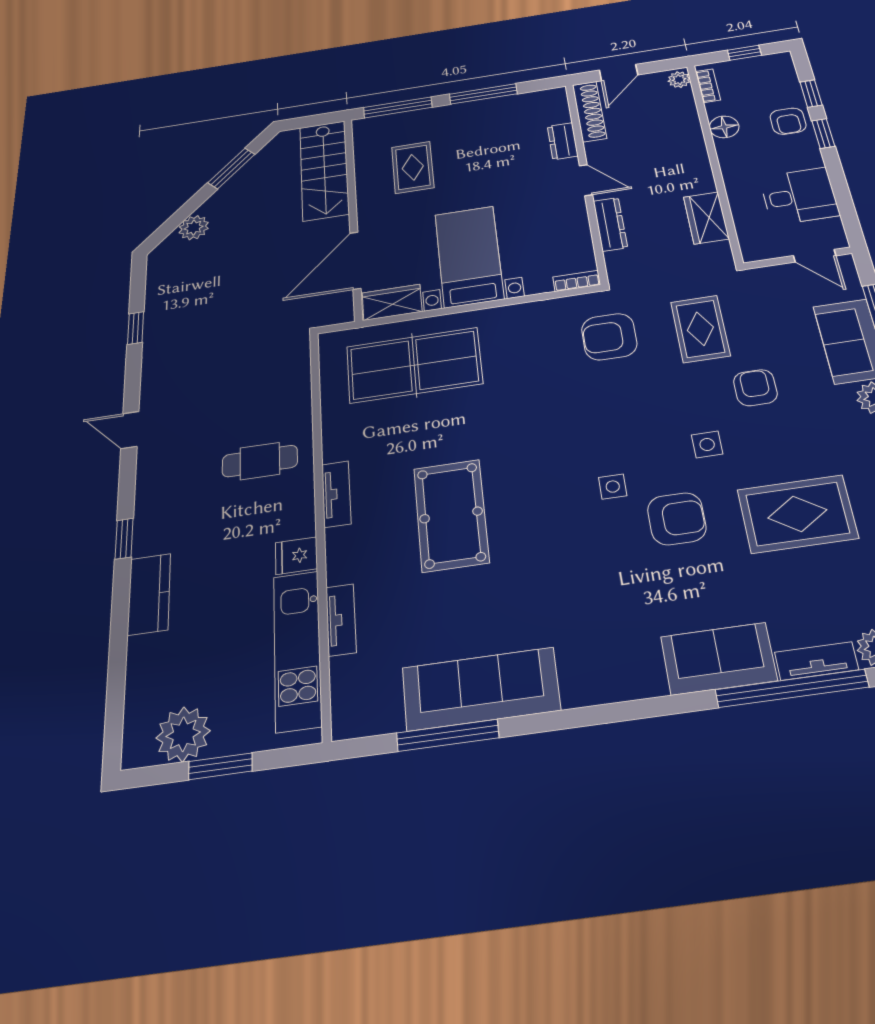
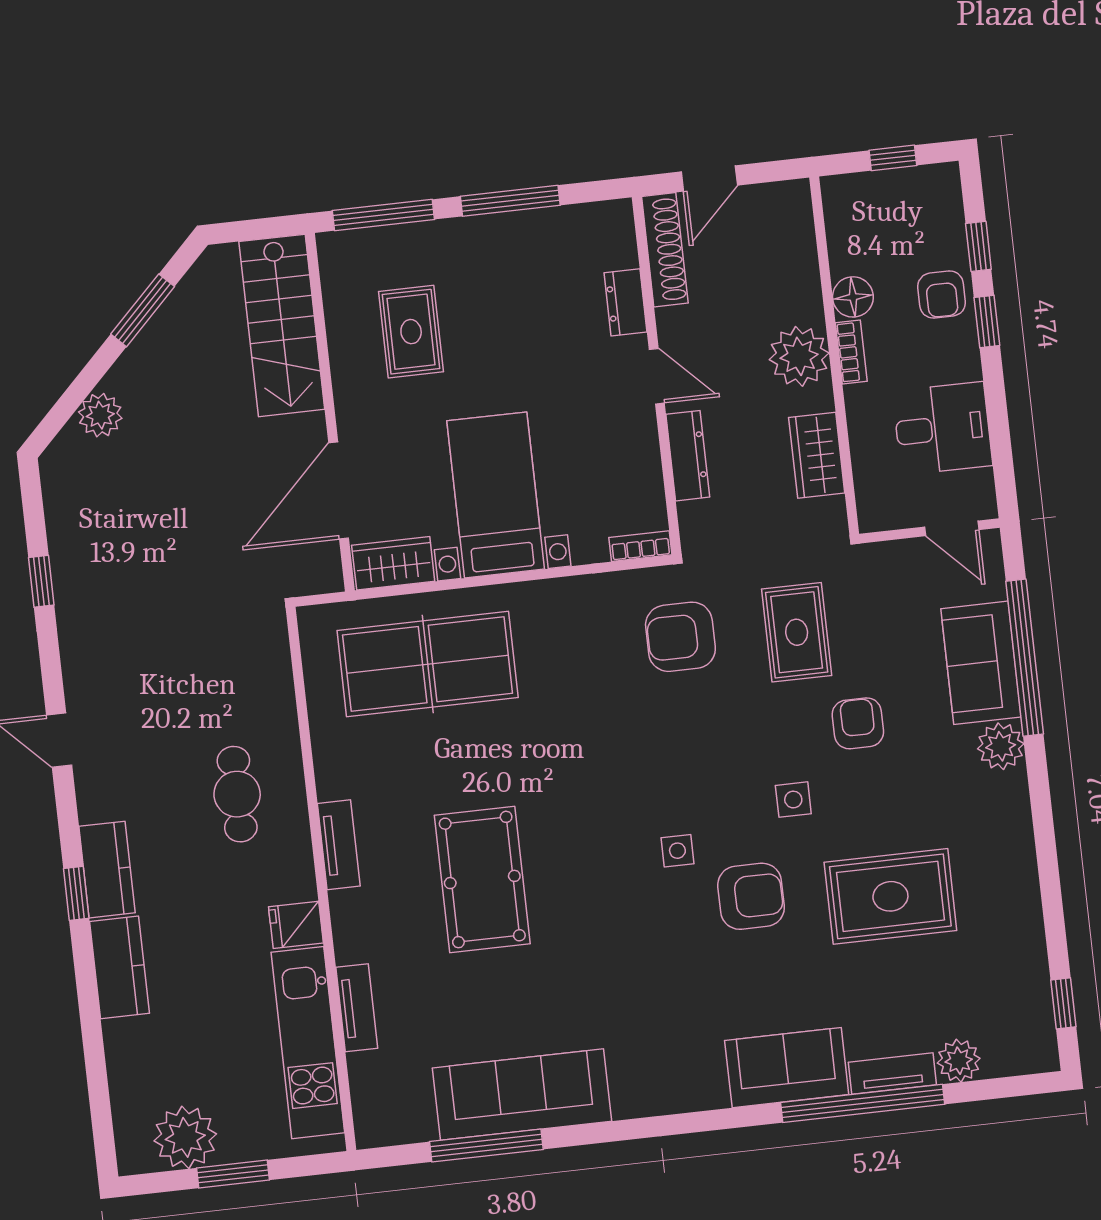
plant: (679, 80) -> (799, 356), moved, width x1.87, depth x1.87
bookcase: (708, 86) -> (851, 352), moved
cafe table: (260, 461) -> (237, 794), turned 90
kitchen counter: (151, 520) -> (107, 870), added

